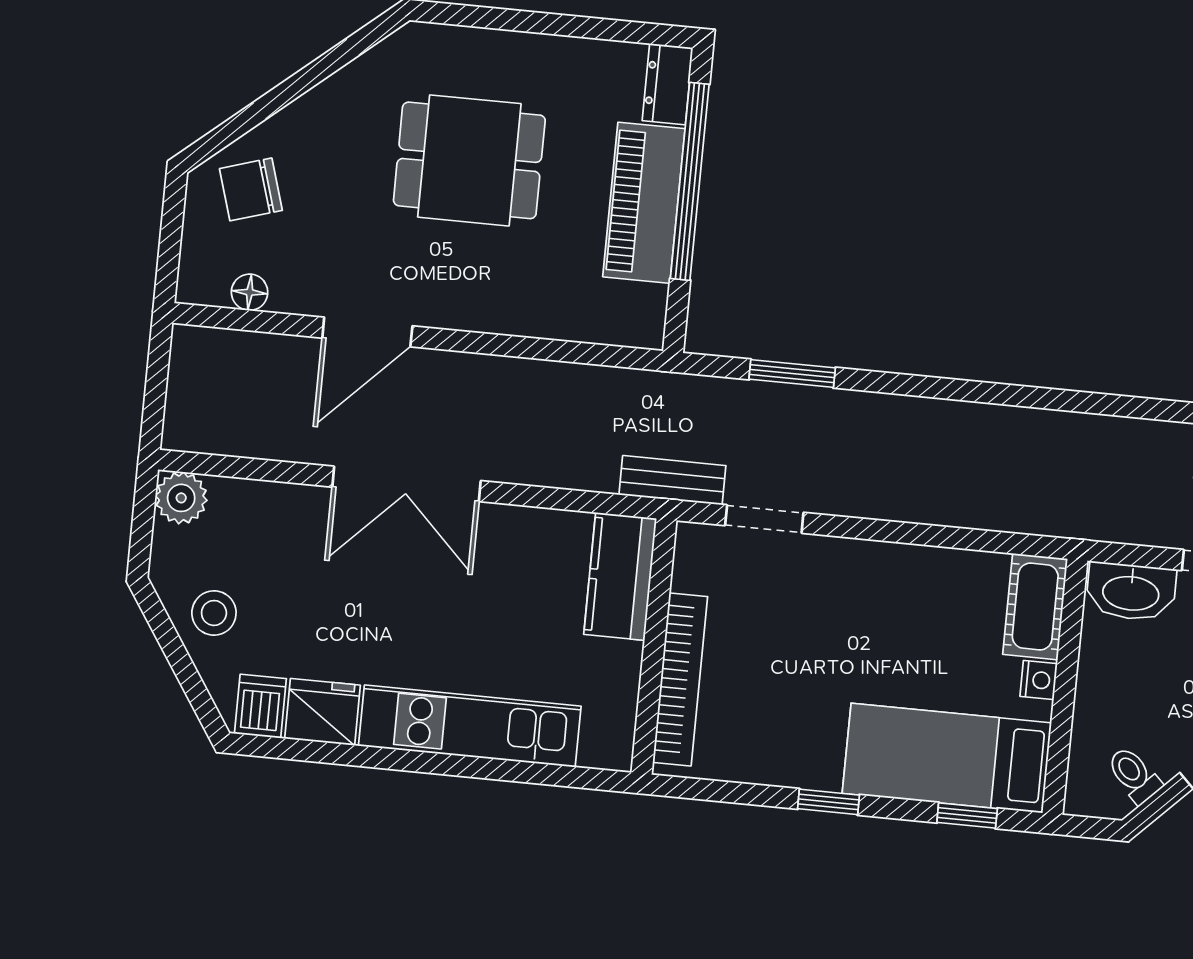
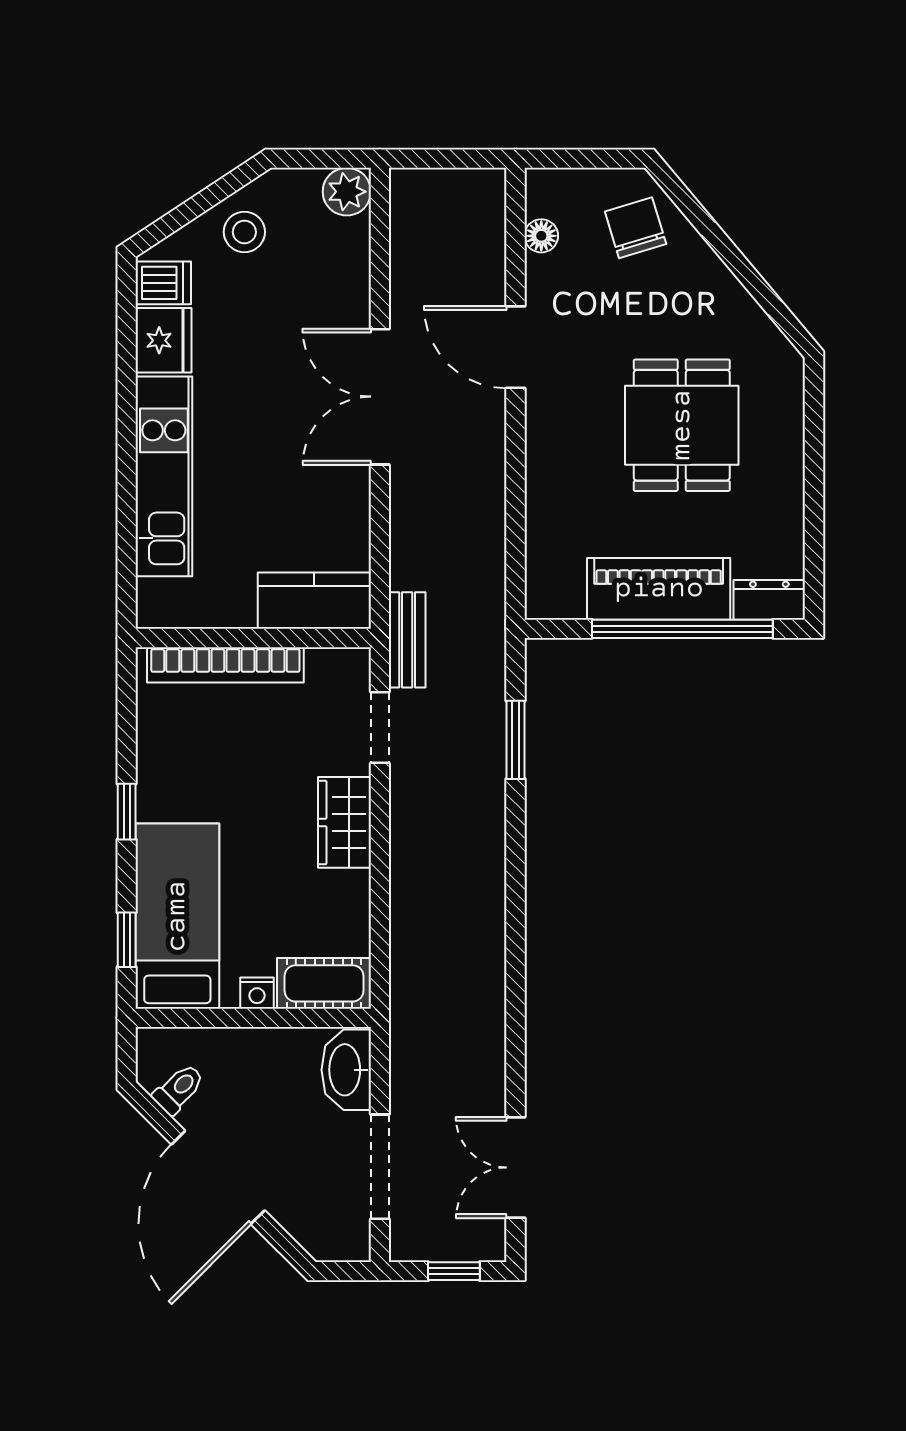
wardrobe: (863, 567) -> (344, 822), added

